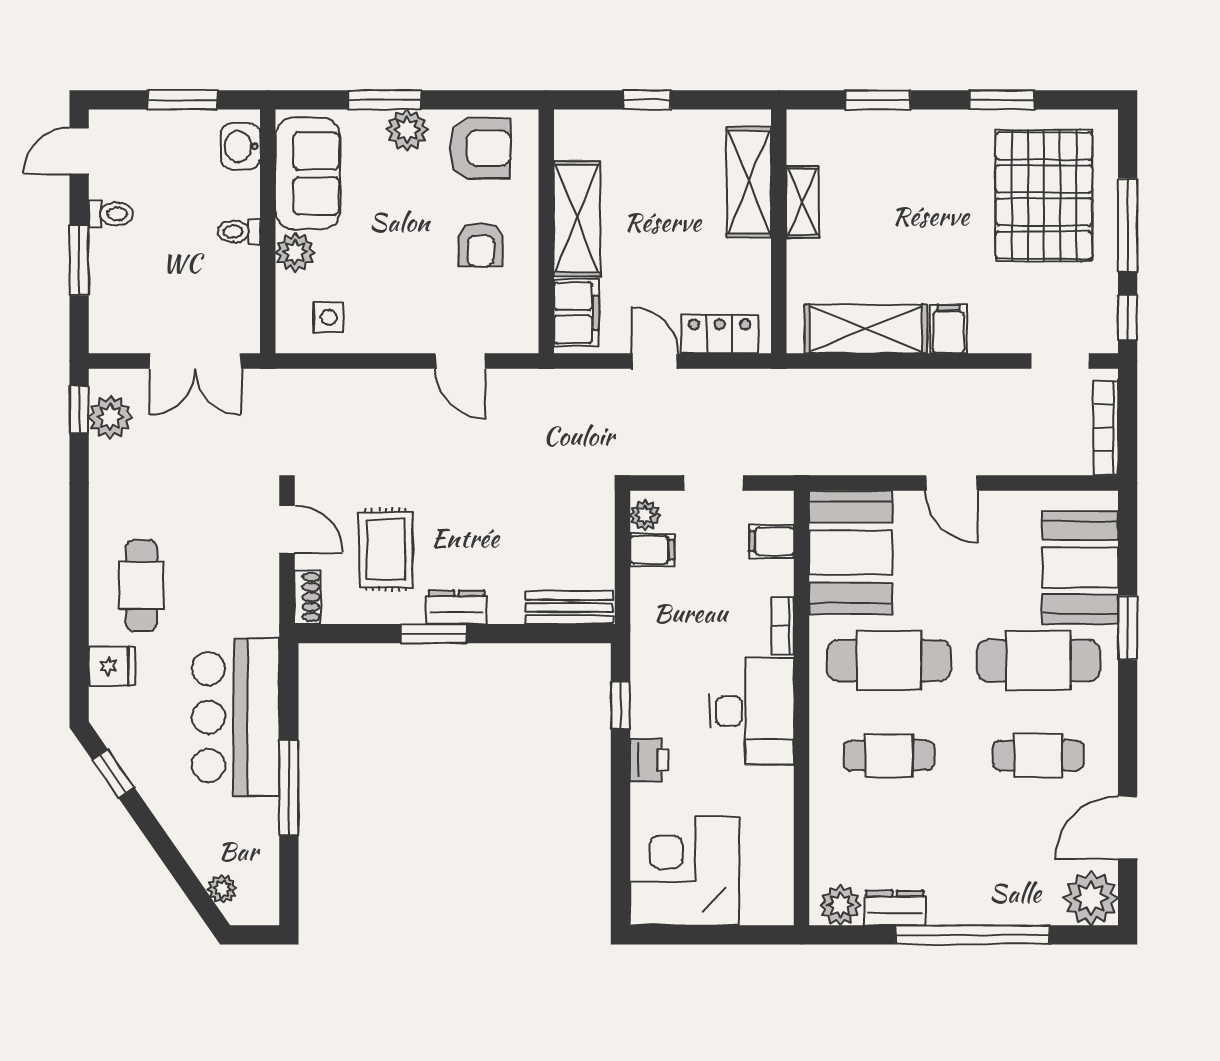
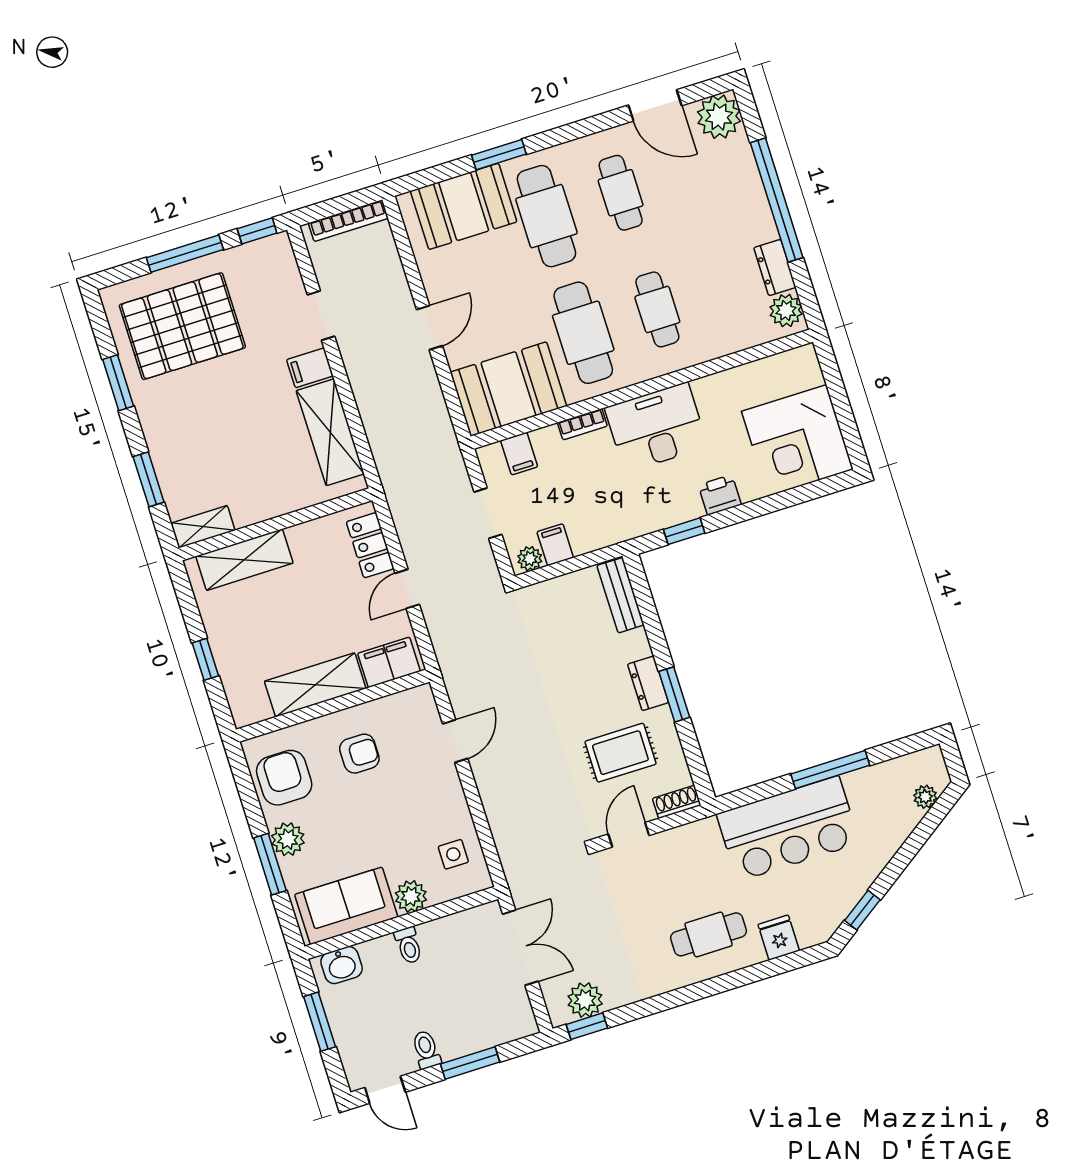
shelving: (803, 202) -> (203, 527), moved
doorway: (1060, 361) -> (321, 316), moved

